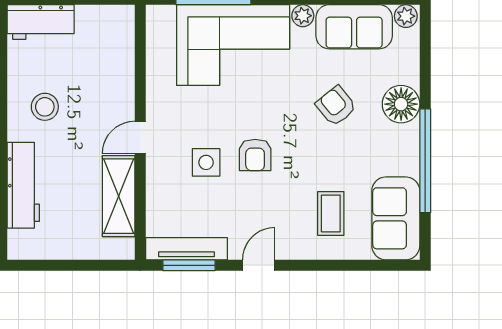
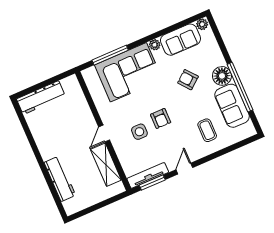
workbench: (41, 22) -> (41, 98), width x1.38
floor lamp: (401, 104) -> (222, 76), moved
stool: (45, 107) -> (54, 138), removed
sofa: (396, 218) -> (232, 106), moved

